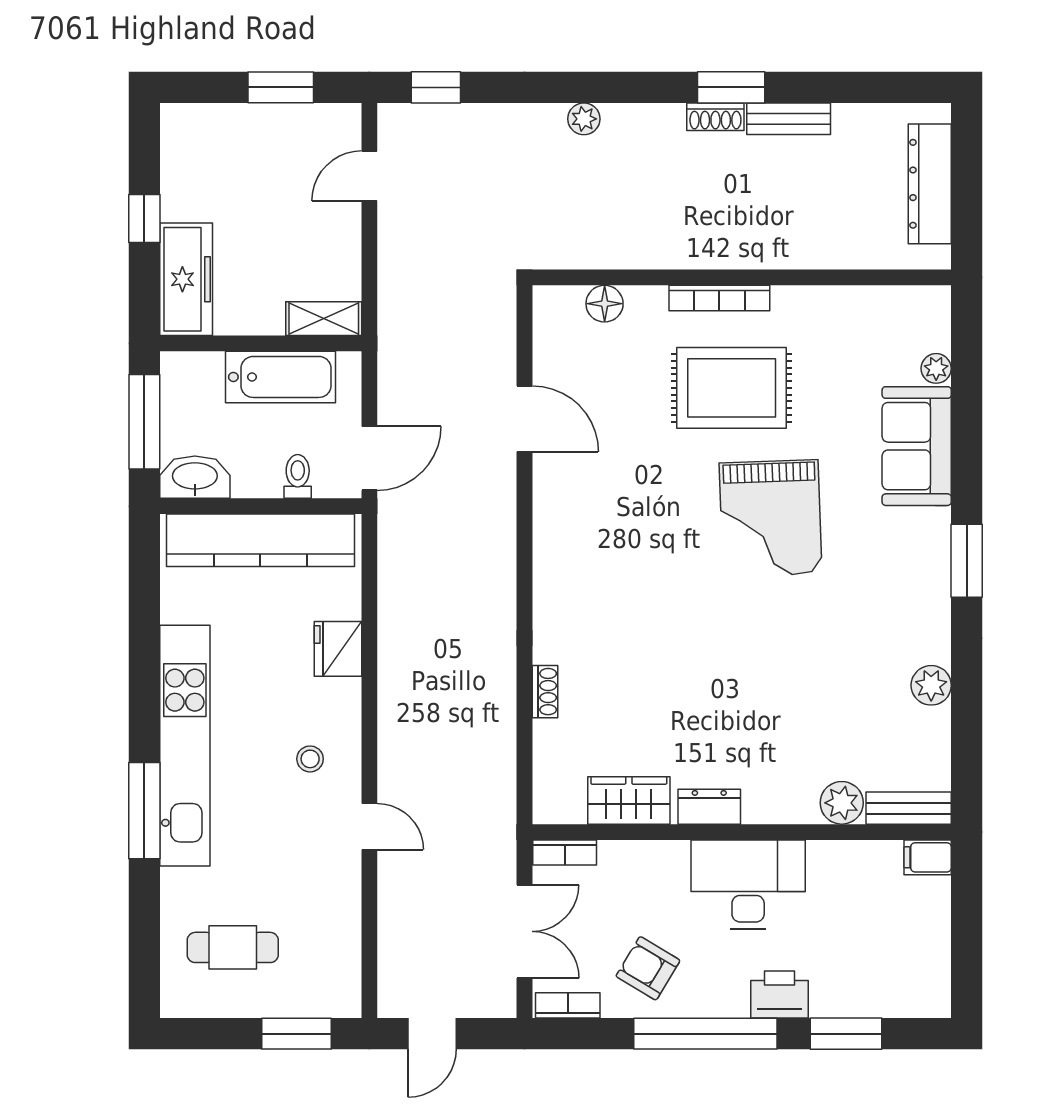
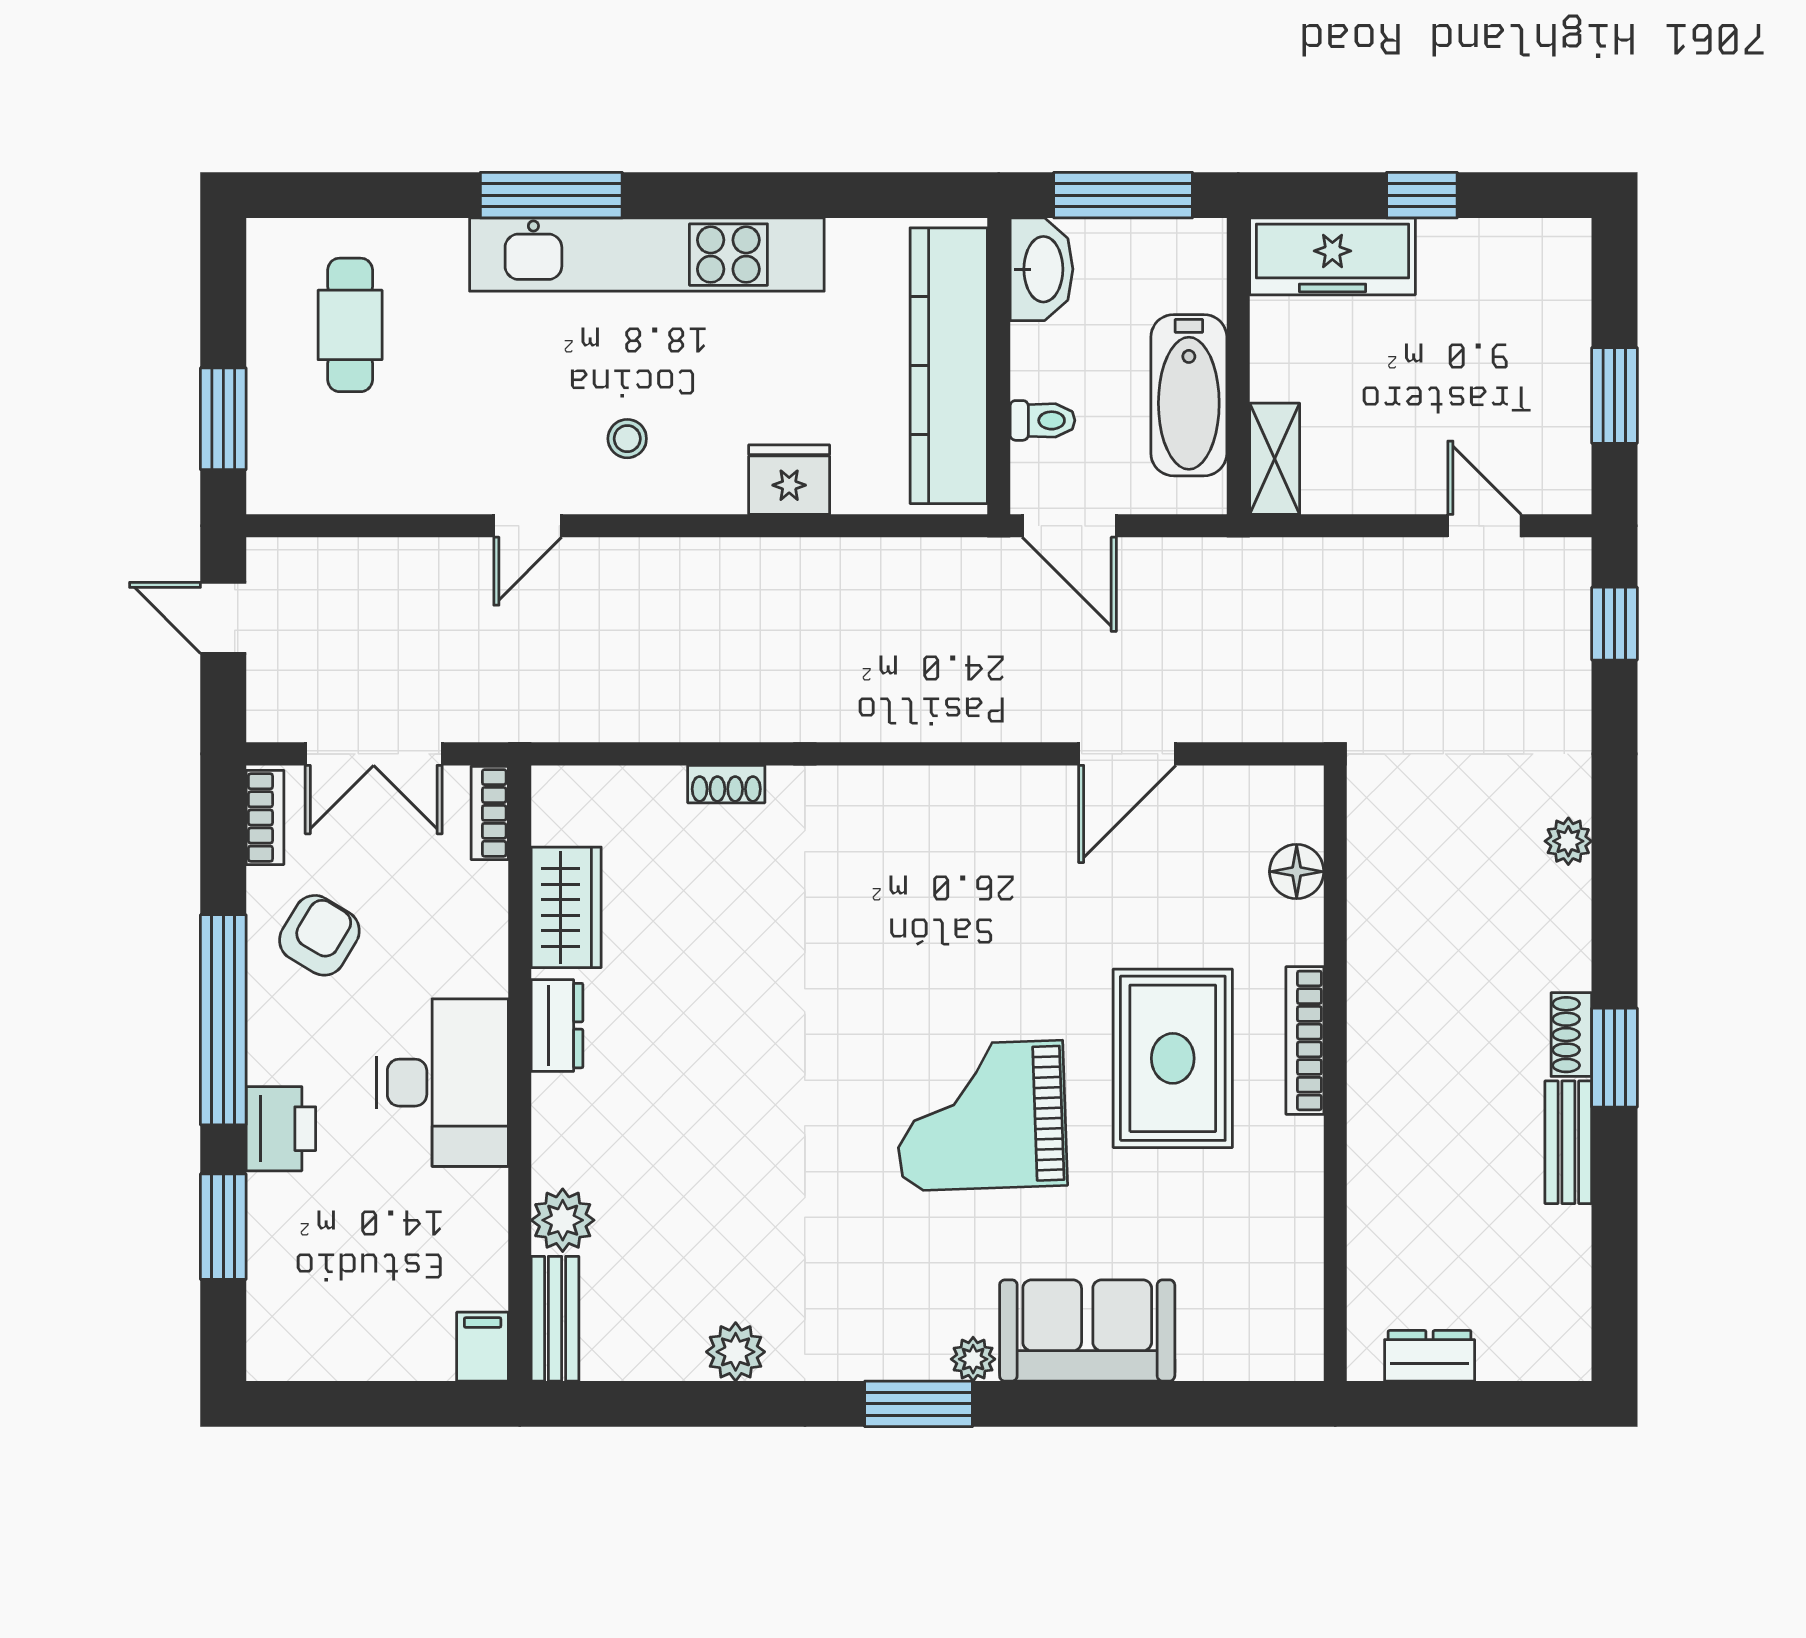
dresser: (930, 184) -> (1430, 1356), width x0.51, depth x0.80
plant: (936, 368) -> (973, 1359), moved

